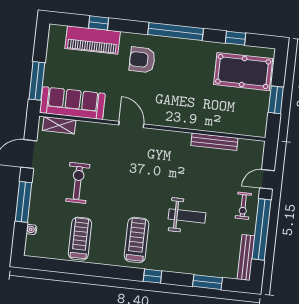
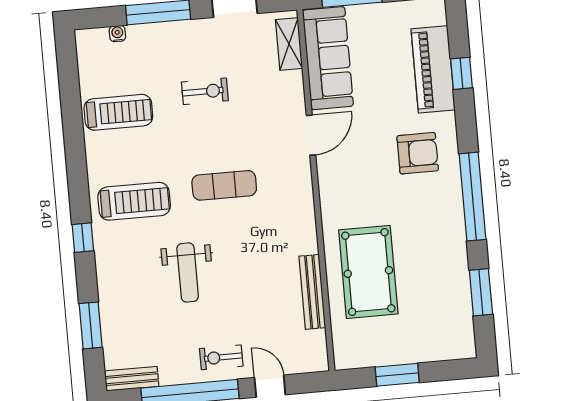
window: (235, 38) -> (481, 292), width x1.50
armchair: (142, 60) -> (418, 153), turned 90
pool table: (243, 72) -> (368, 272), moved
door: (131, 125) -> (311, 135), moved
exercise bike: (78, 183) -> (205, 91), width x0.73, depth x0.72
exercise mat: (138, 183) -> (224, 185), added
bench: (246, 257) -> (132, 379), width x0.73

